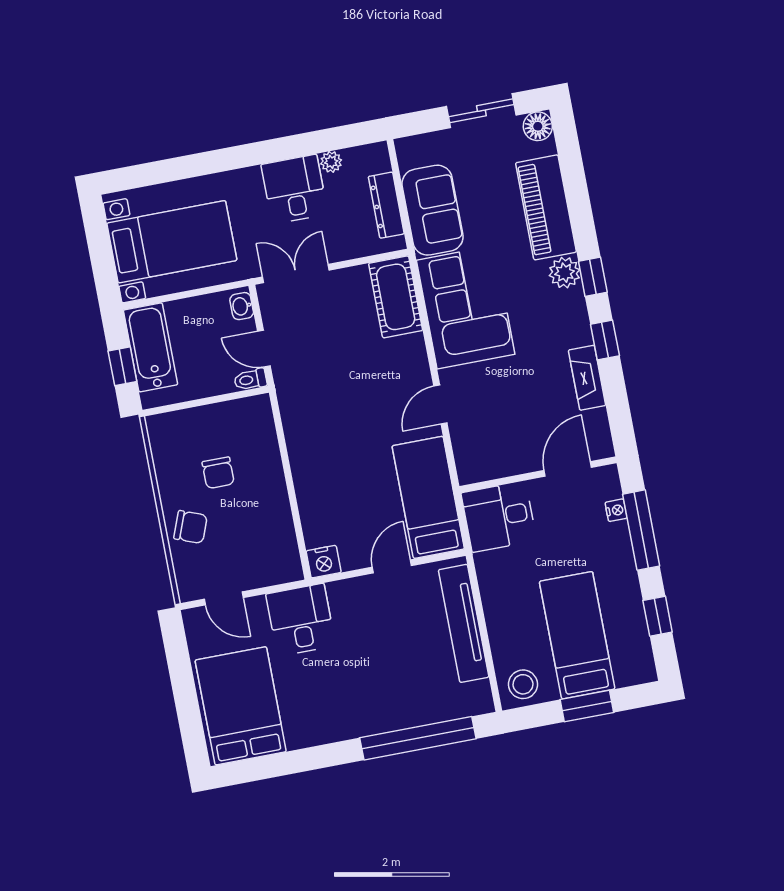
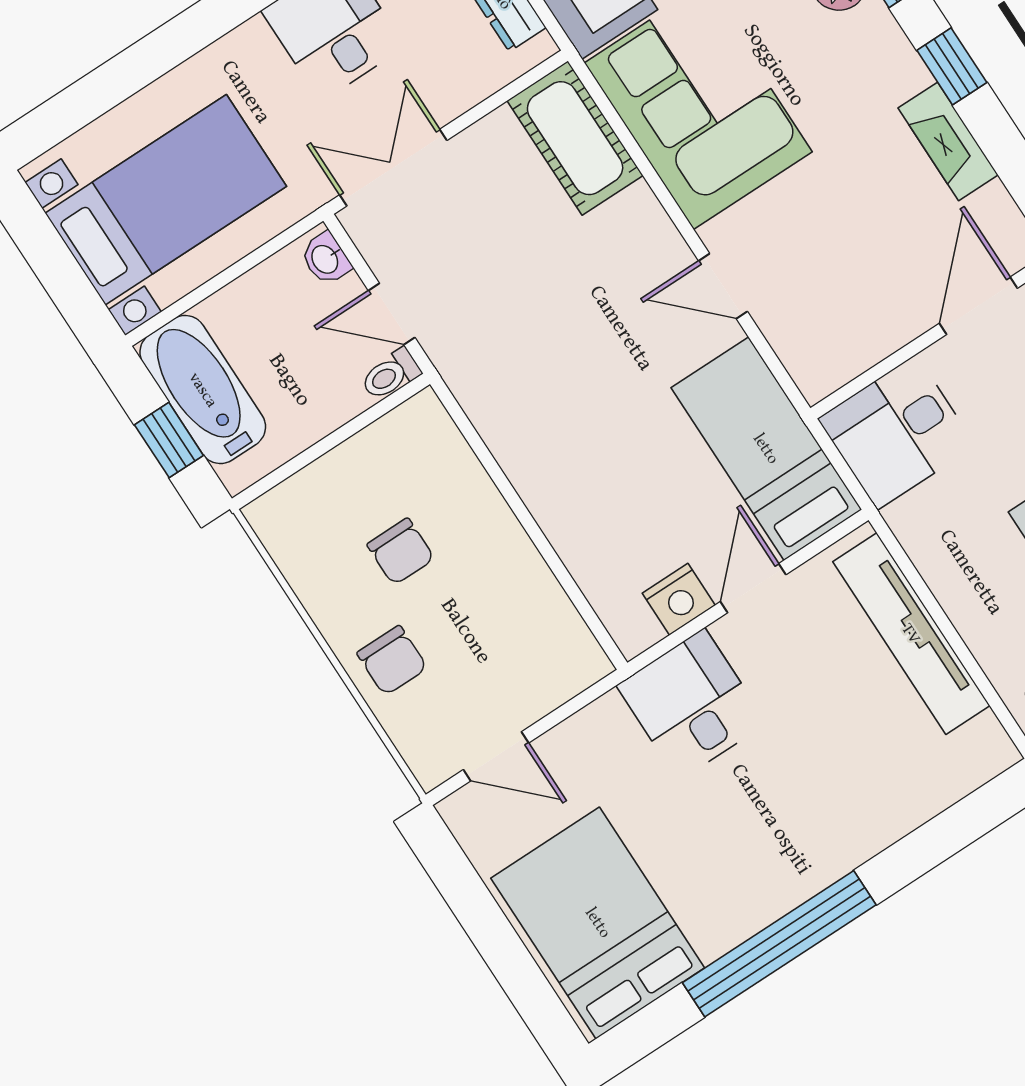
door: (440, 405) -> (723, 286), hinge flipped
chair: (191, 527) -> (392, 660), turned 69
nightstand: (324, 562) -> (679, 599), moved
desk: (301, 620) -> (691, 704), moved
window: (418, 738) -> (779, 944), moved

